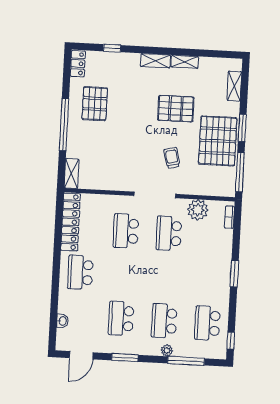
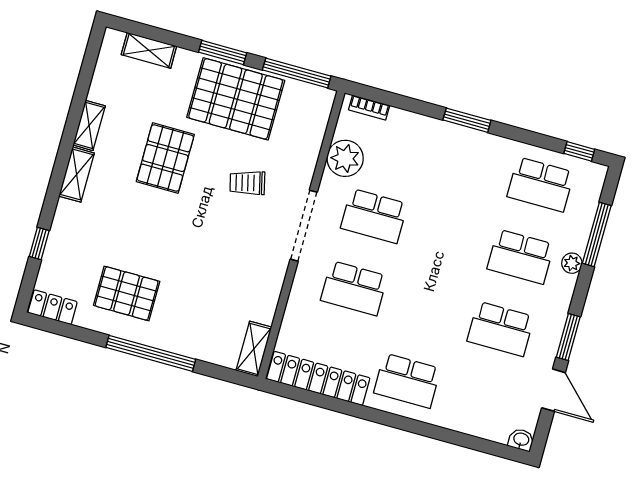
shelving: (72, 174) -> (254, 349), moved, turned 90
washbasin: (62, 321) -> (521, 440), moved
door: (81, 355) -> (554, 390), moved

